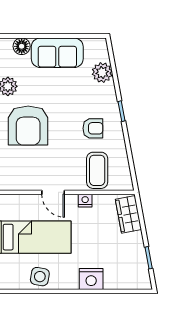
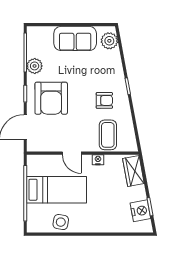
floor lamp: (22, 46) -> (46, 33), removed
plant: (102, 73) -> (109, 41), moved
nightstand: (91, 279) -> (140, 211), moved, turned -100

